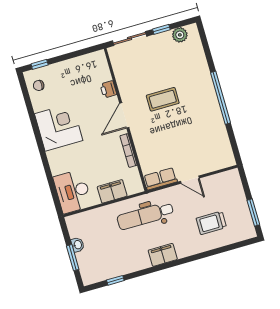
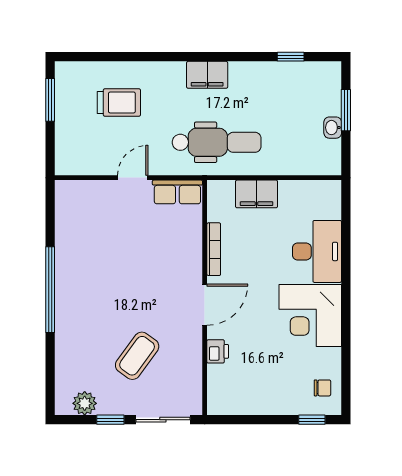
coffee table: (163, 99) -> (137, 356), moved, turned -54
door: (190, 180) -> (133, 178), hinge flipped
desk: (73, 191) -> (317, 251), moved

